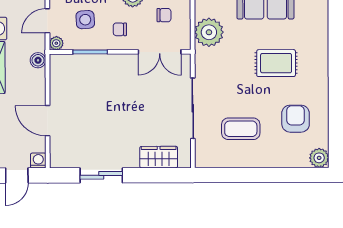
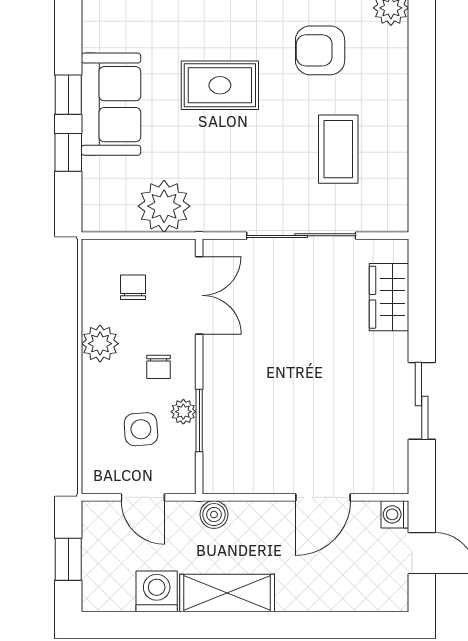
plant: (56, 43) -> (183, 412), moved
rug: (276, 63) -> (220, 85), turned 90

